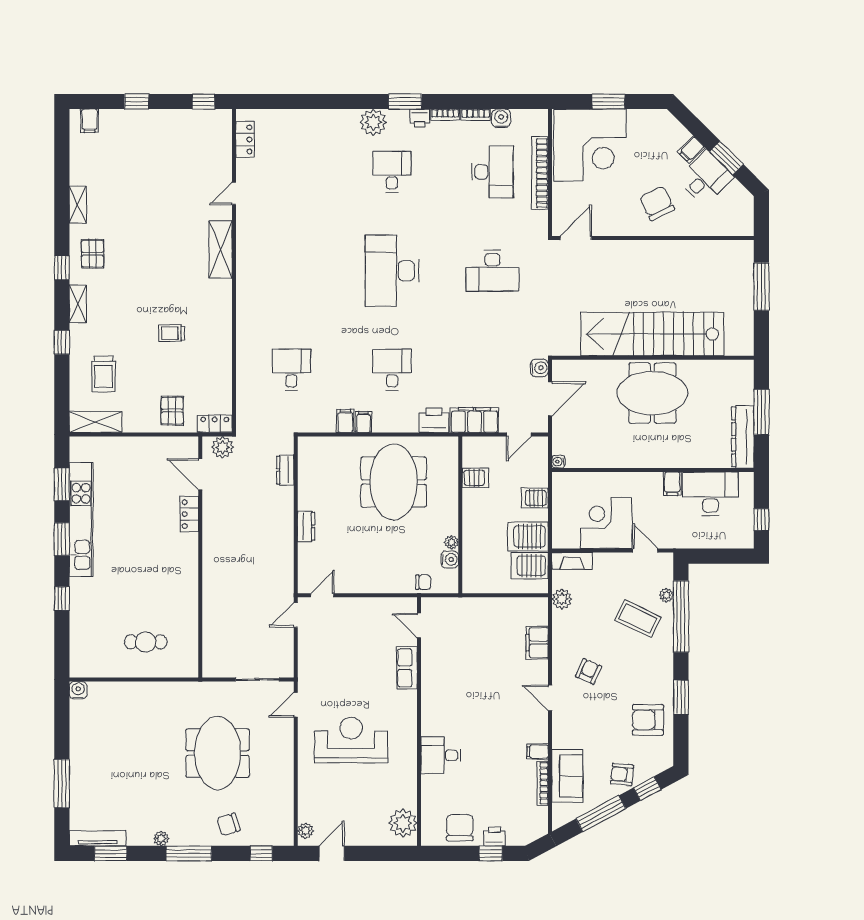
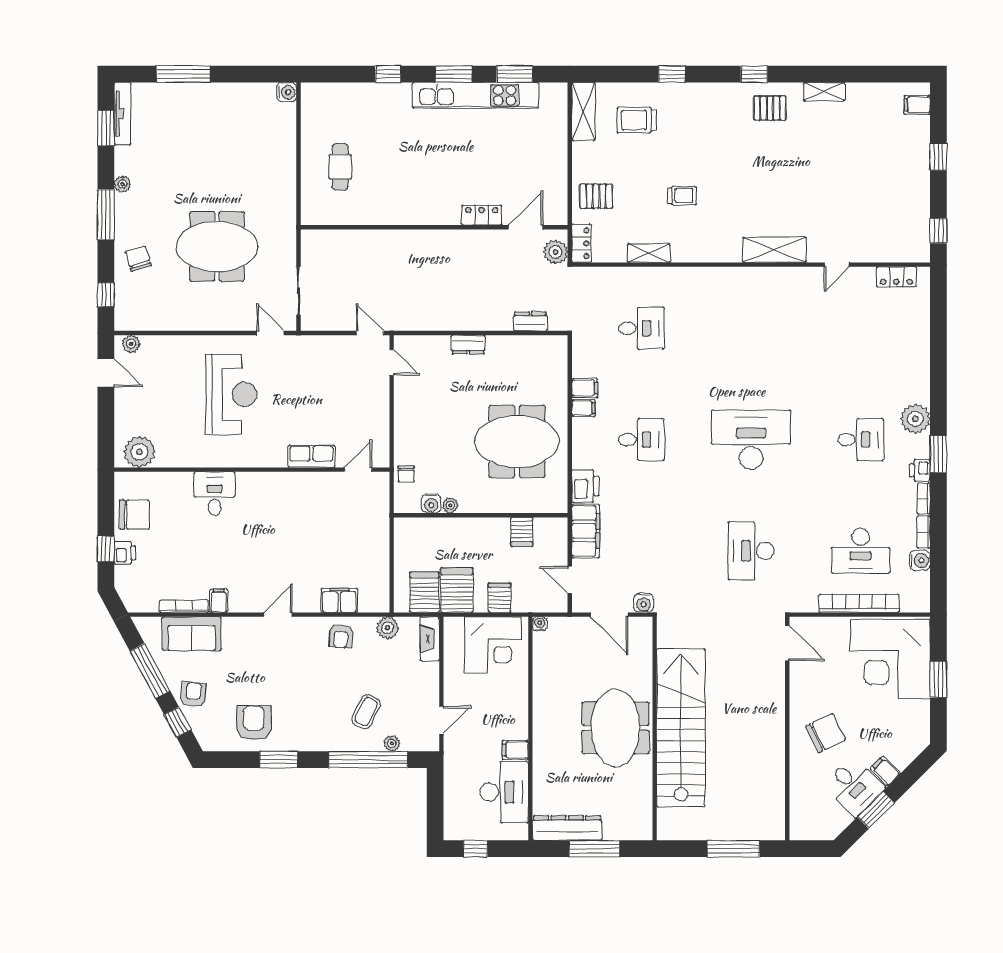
door: (234, 193) -> (837, 265), swing flipped
shelving: (78, 304) -> (649, 253), moved
trolley: (172, 333) -> (682, 196), turned 90
corner desk: (606, 523) -> (493, 645), moved, turned 90
coffee table: (638, 618) -> (366, 712), width x0.73, depth x0.77
armchair: (589, 671) -> (341, 636), moved, turned 71

